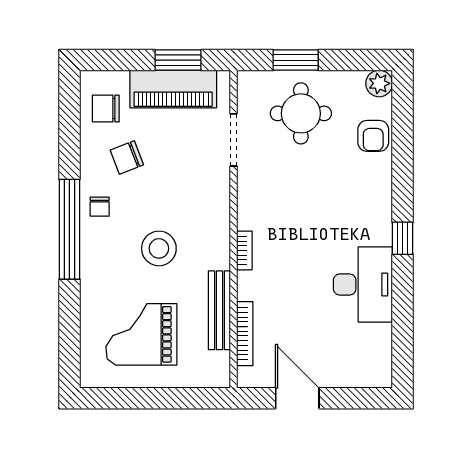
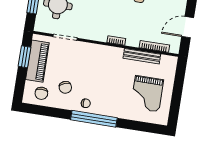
stool: (159, 248) -> (109, 79), removed

